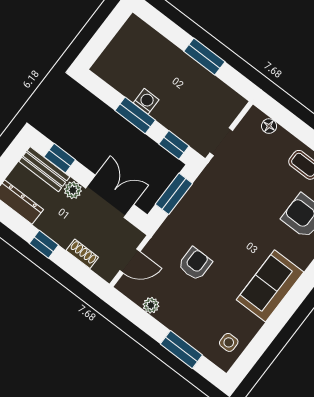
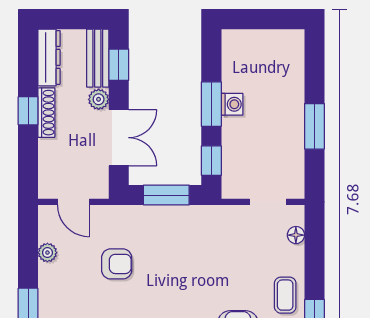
doorway: (221, 142) -> (268, 202), moved
shoe rack: (82, 254) -> (46, 113), moved, width x1.43

